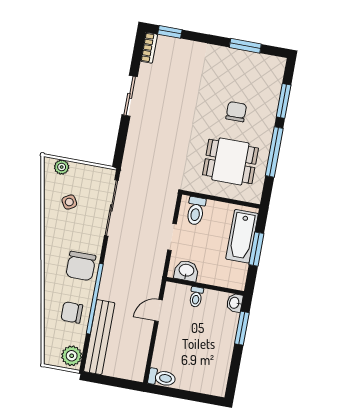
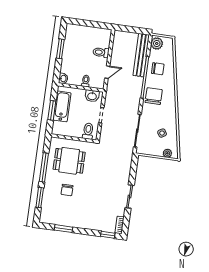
bathtub: (242, 236) -> (62, 106), moved
window: (242, 328) -> (60, 49), moved
toilet: (162, 378) -> (101, 52), moved

